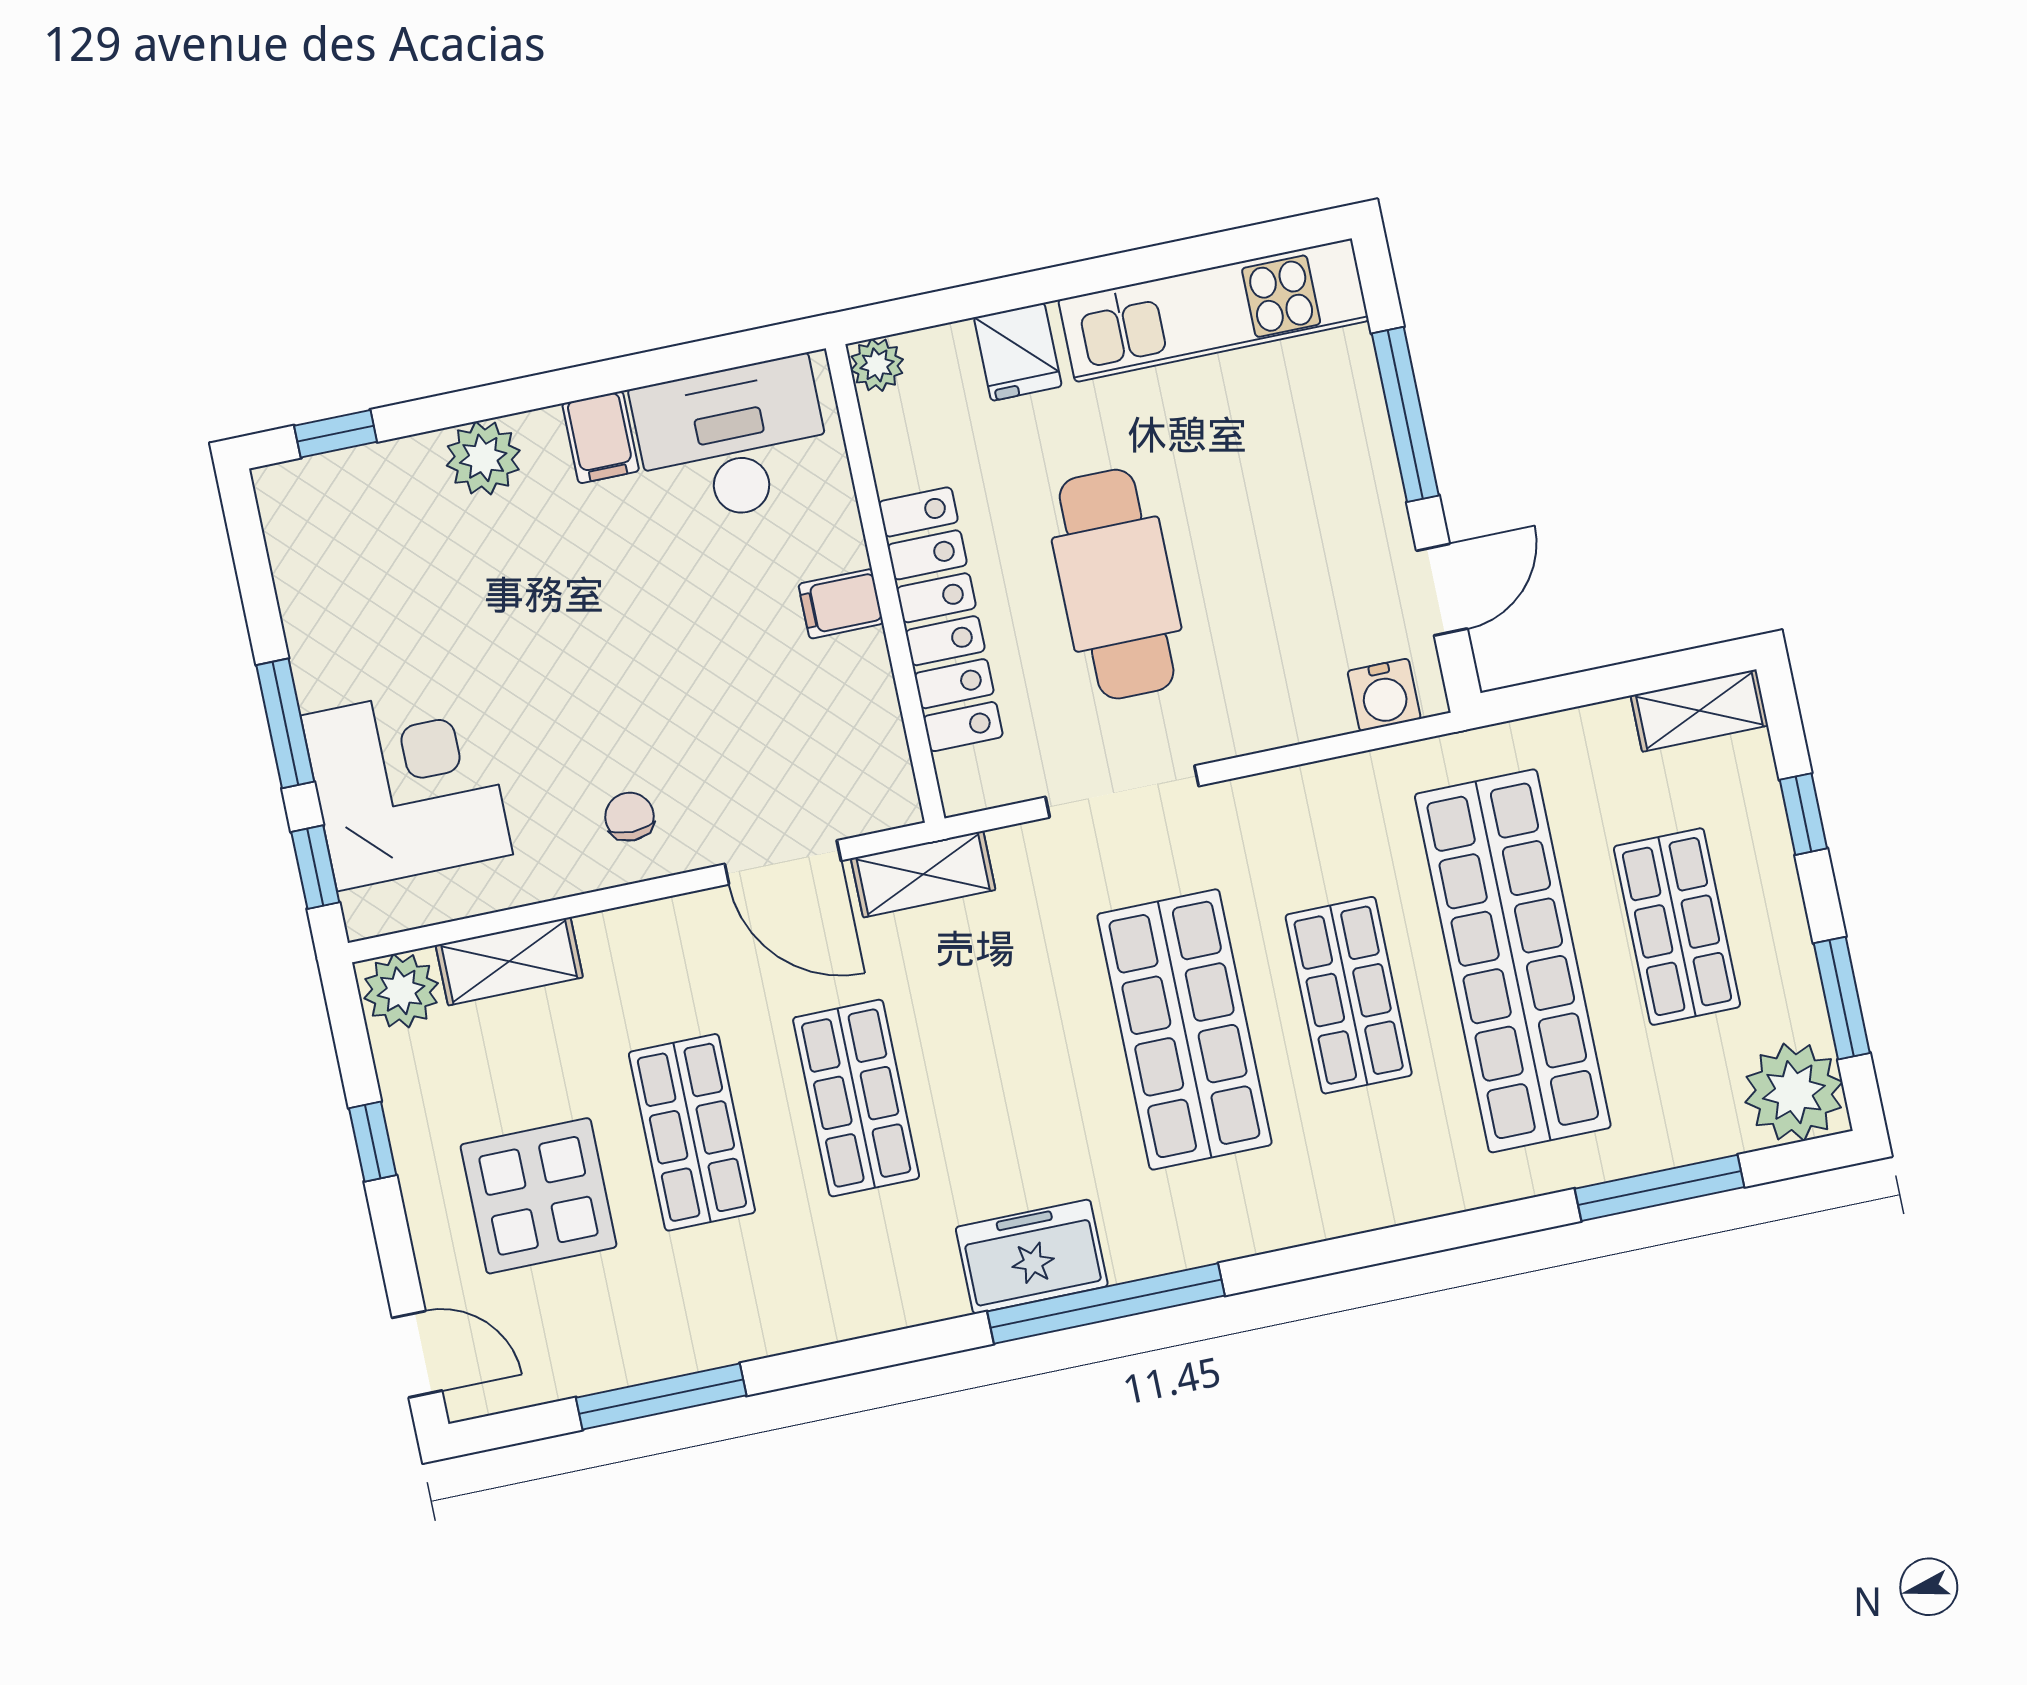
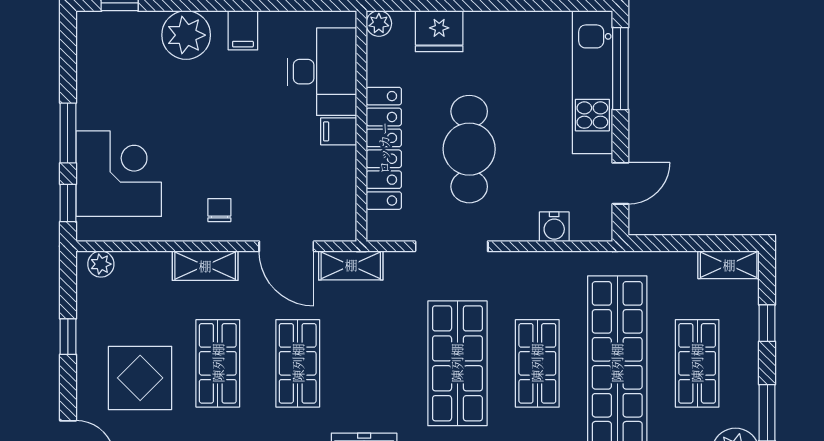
kitchen unit: (1214, 310) -> (592, 82), moved, turned 90
fridge: (1018, 352) -> (439, 31), width x1.38
window: (1405, 414) -> (620, 69), moved
desk: (732, 441) -> (322, 72), moved, turned 90
plant: (483, 458) -> (186, 35), width x1.36, depth x1.36
water cooler: (1384, 695) -> (554, 227), moved
shelving: (509, 961) -> (205, 266), moved
plant: (401, 991) -> (101, 264), width x0.73, depth x0.73

